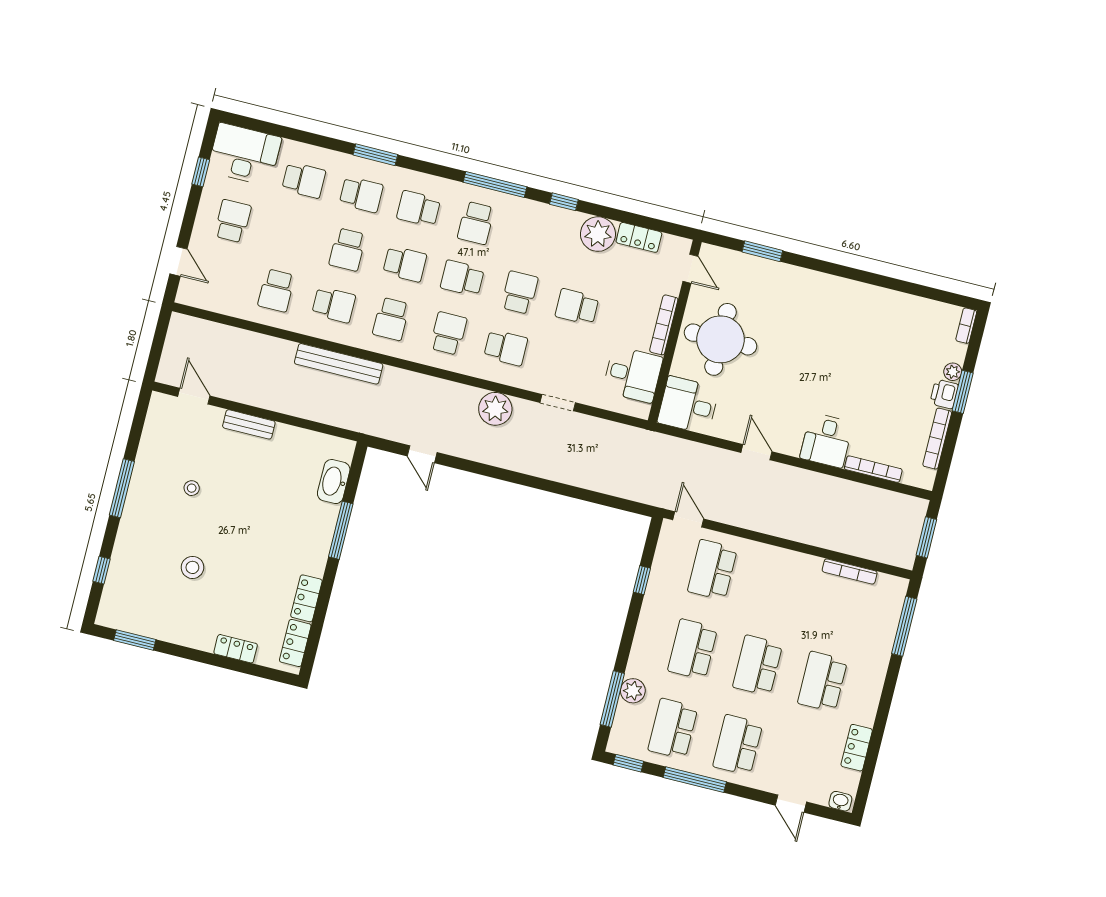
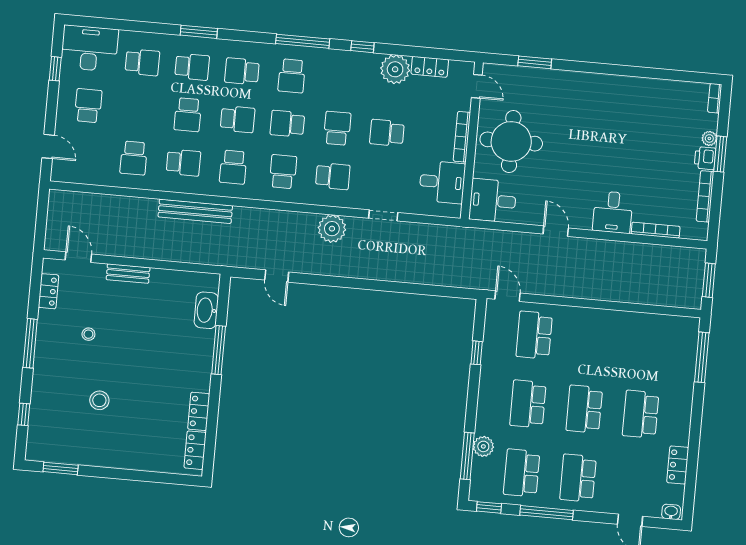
bookcase: (850, 571) -> (649, 319), removed
locker: (236, 649) -> (48, 291), moved, turned 90

